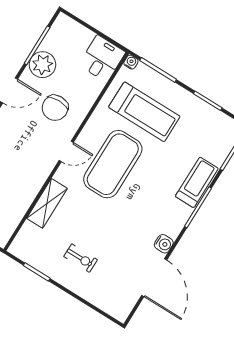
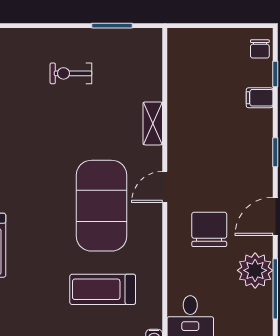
treadmill: (144, 112) -> (103, 289), width x0.73, depth x0.73
shelving: (47, 203) -> (153, 123), width x0.67, depth x0.75

